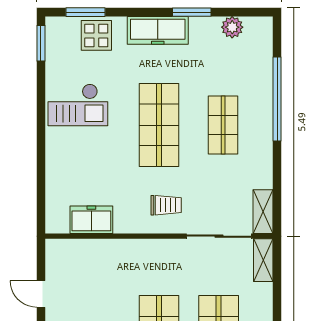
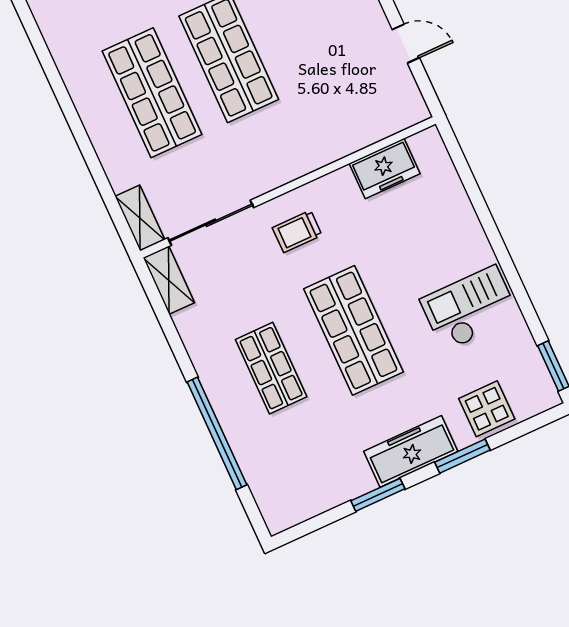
window: (85, 12) -> (462, 456), moved
plant: (232, 27) -> (317, 499), removed

